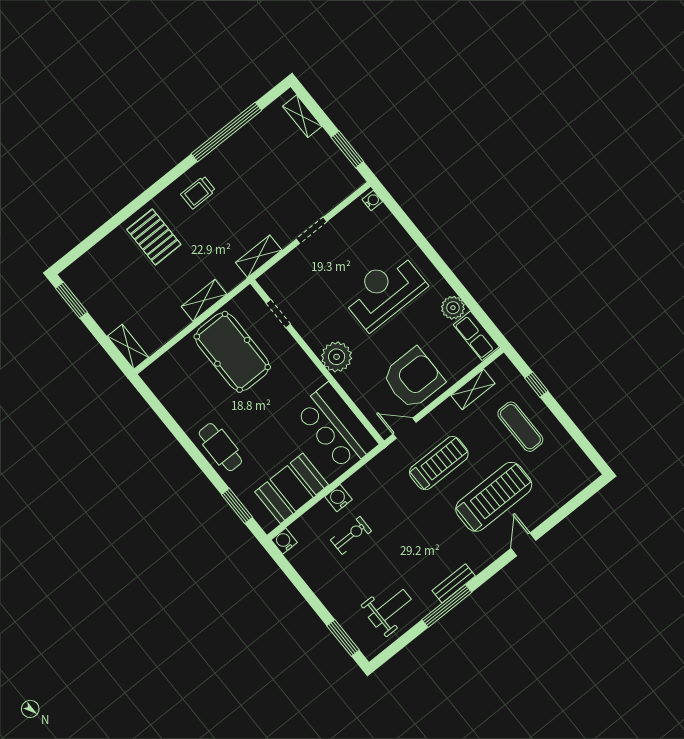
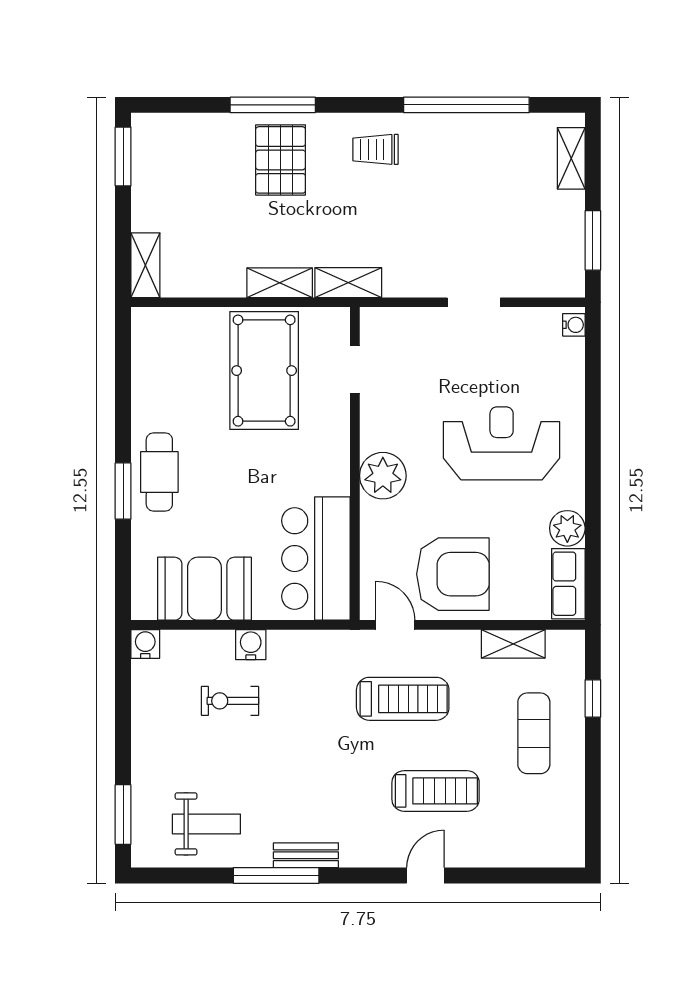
window: (127, 212) -> (273, 105), added
shelving: (259, 256) -> (348, 283), moved
treadmill: (494, 497) -> (436, 791), width x0.73, depth x0.73
window: (237, 506) -> (123, 491), moved
exercise bike: (351, 535) -> (230, 701), turned 180

